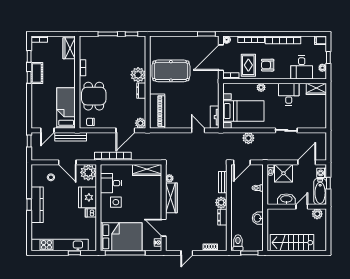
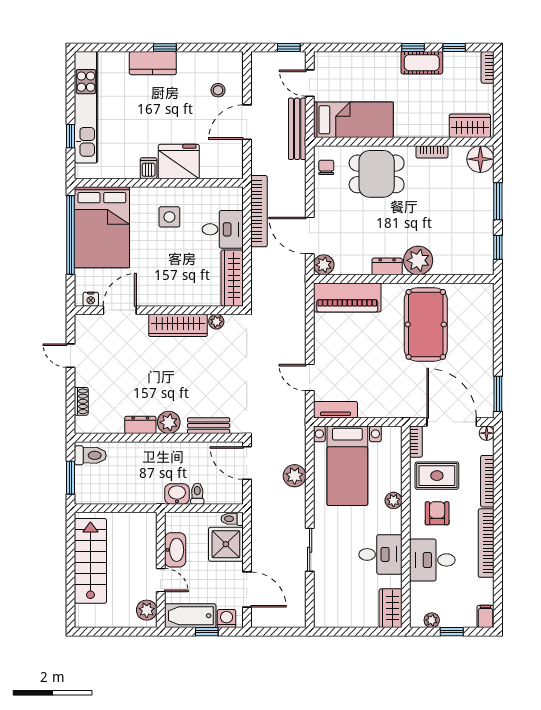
floor lamp: (86, 43) -> (480, 159), added
desk: (302, 67) -> (432, 560), moved
door: (198, 130) -> (310, 378), swing flipped
plant: (88, 172) -> (227, 163), removed
desk: (111, 183) -> (223, 229), moved, turned 90
kitchen counter: (37, 205) -> (153, 63), width x0.67
washbasin: (258, 218) -> (177, 494), moved

